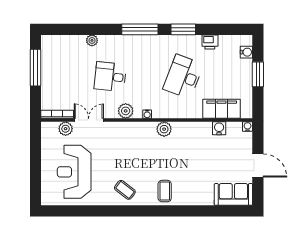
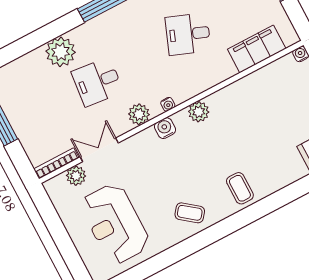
plant: (92, 40) -> (61, 52), width x1.87, depth x1.87
desk: (183, 77) -> (188, 34), width x0.73
water cooler: (219, 128) -> (165, 128), moved

